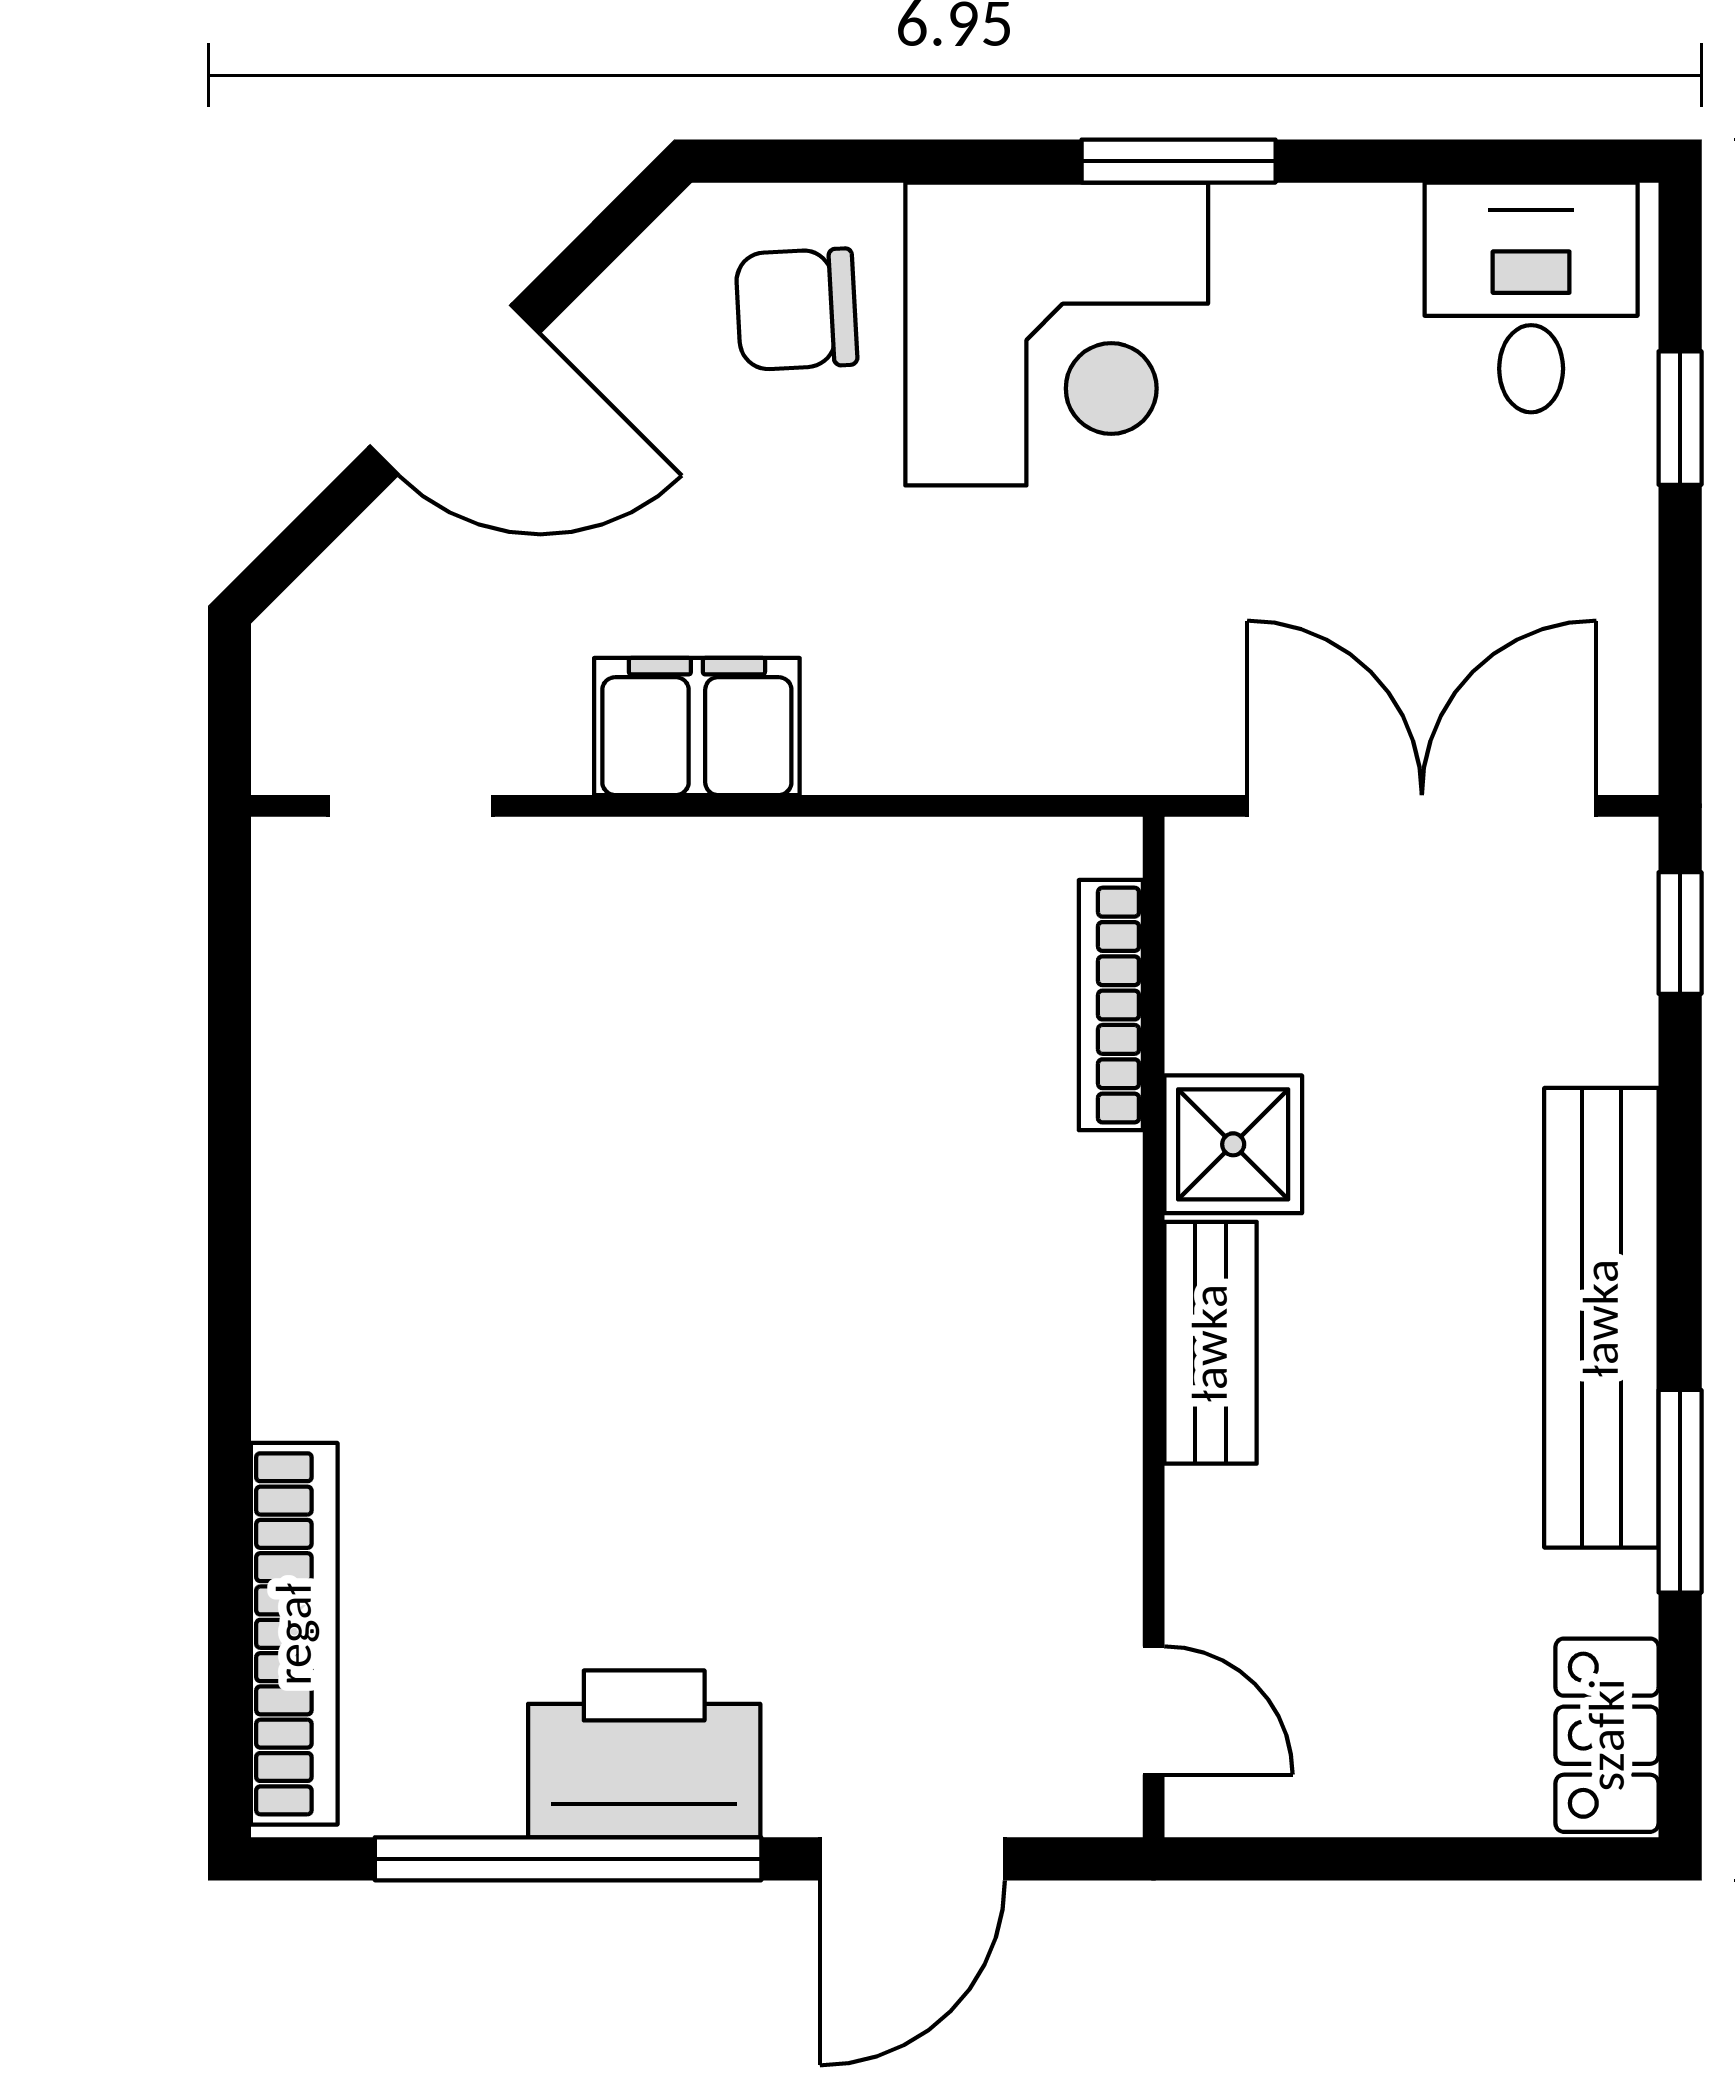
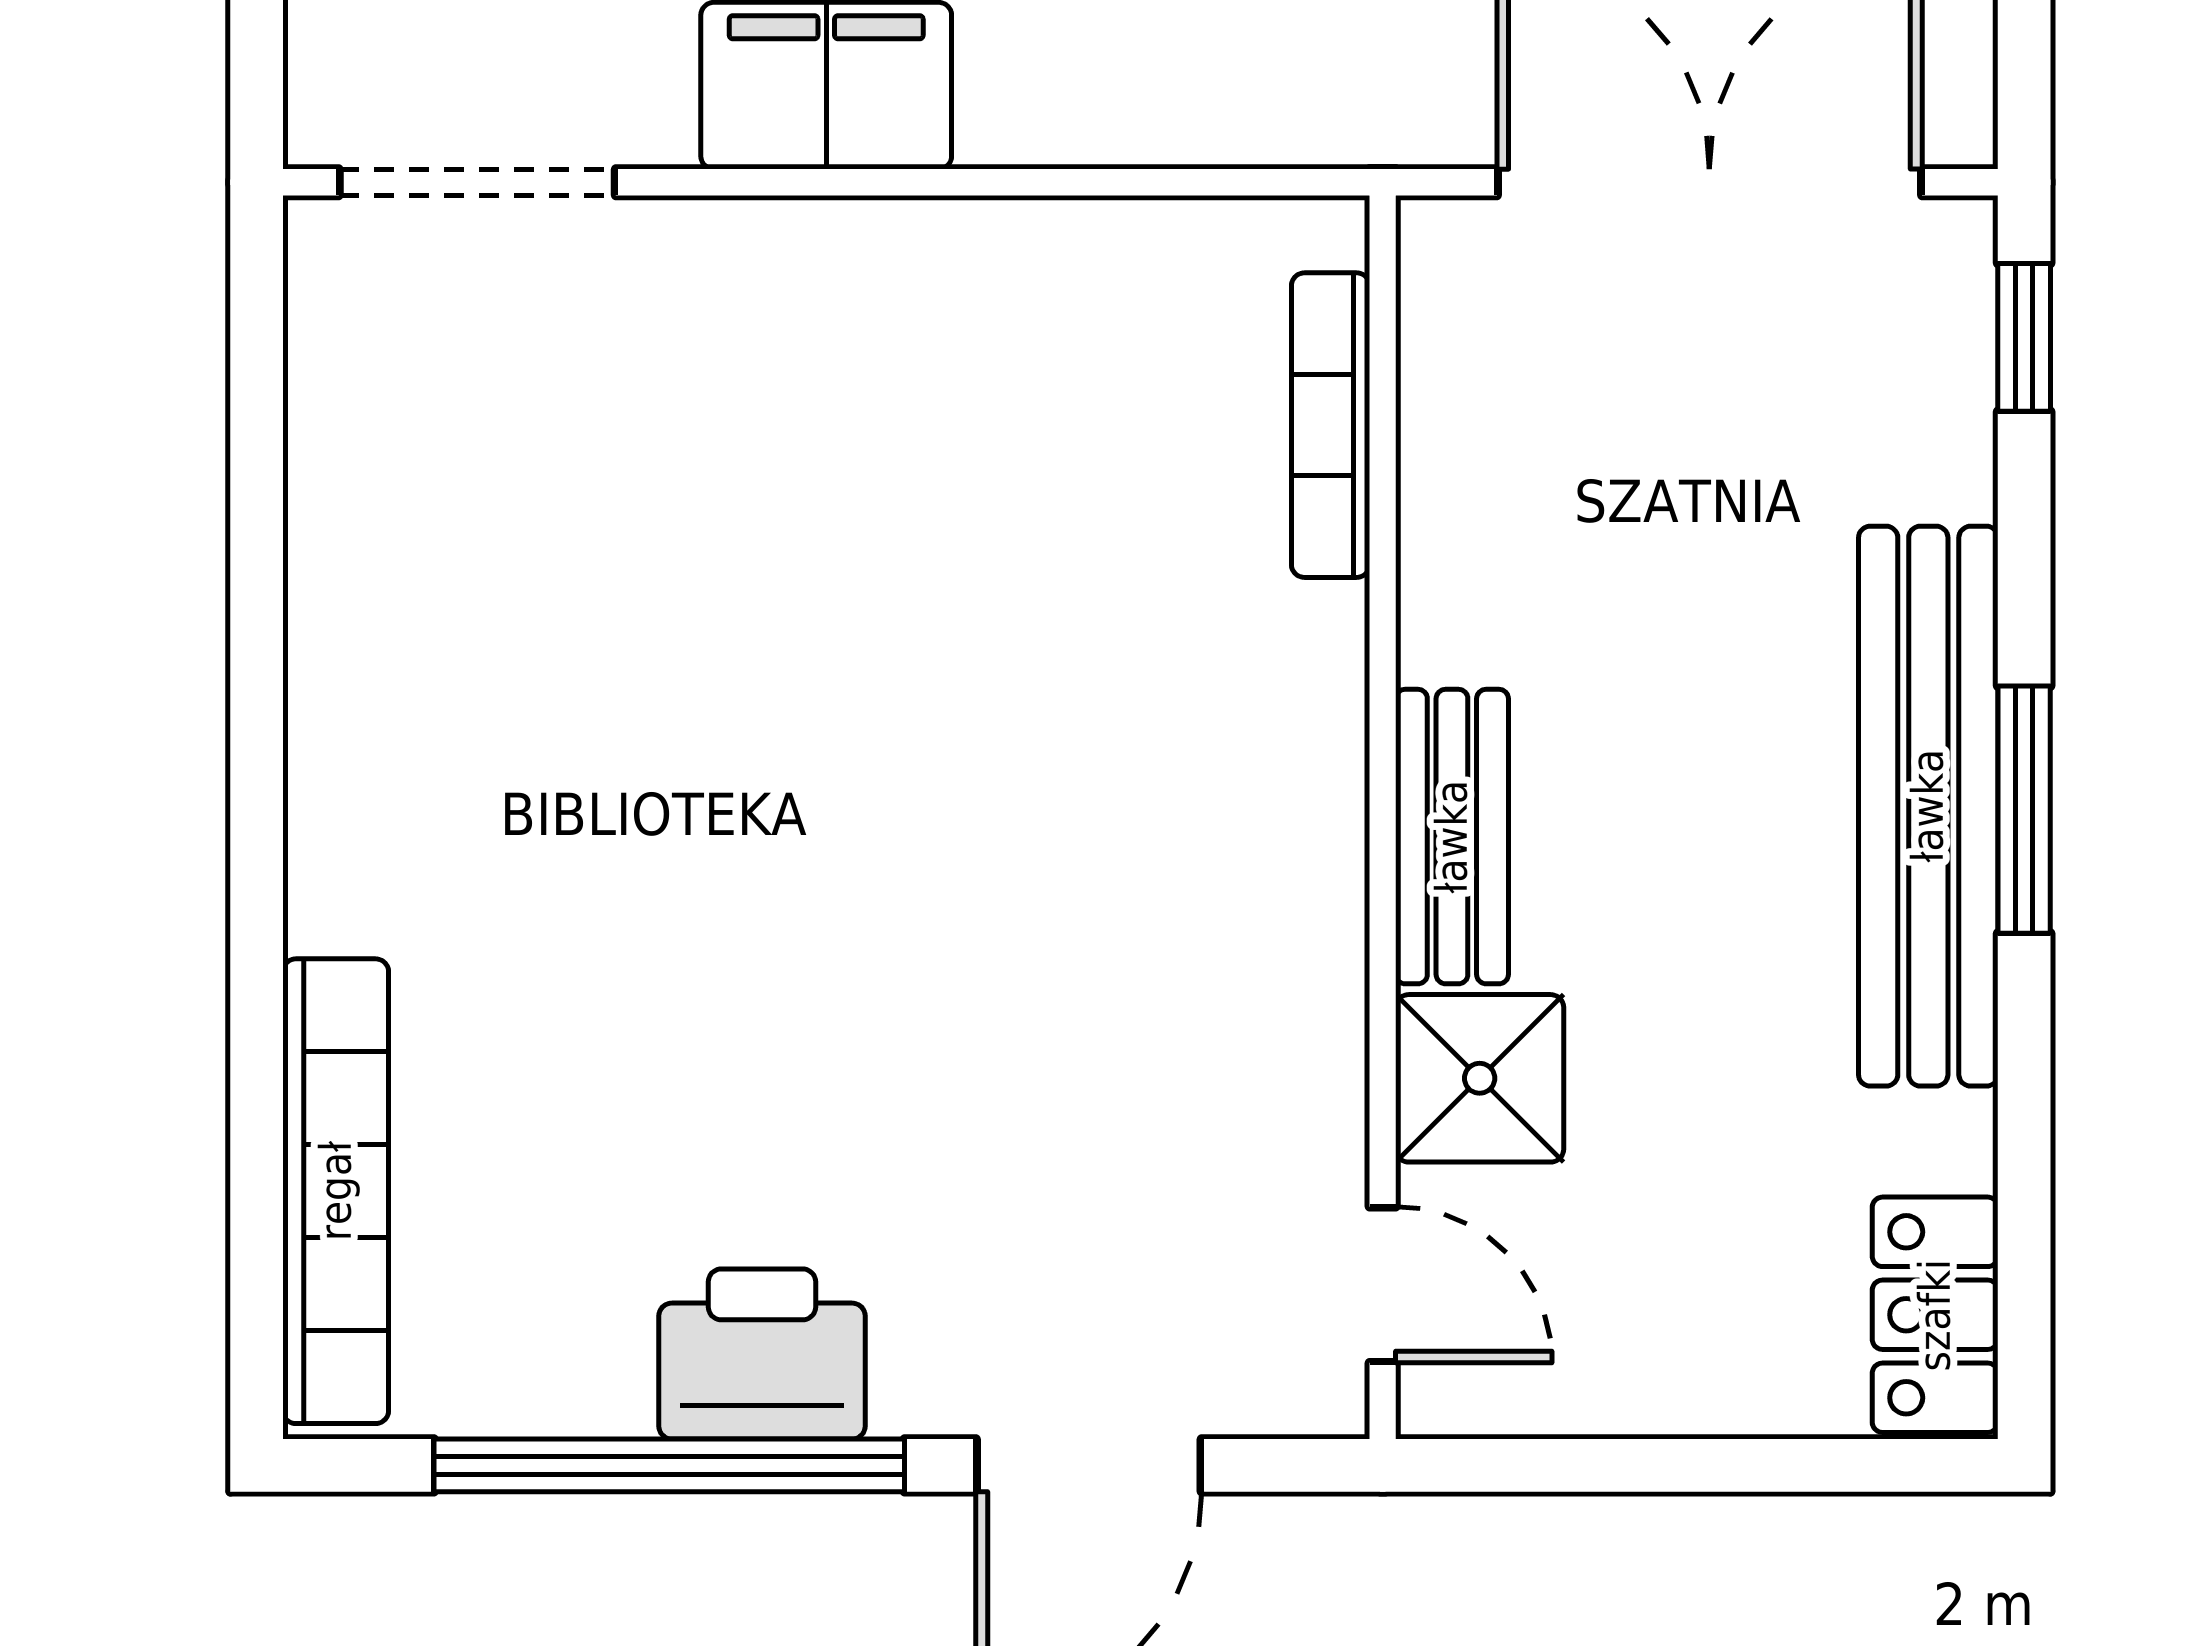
doorway: (411, 806) -> (477, 182), width x1.38
shower: (1233, 1144) -> (1480, 1078), moved
window: (1680, 1491) -> (2024, 810), moved
printer: (644, 1754) -> (762, 1354), width x0.73, depth x0.84

